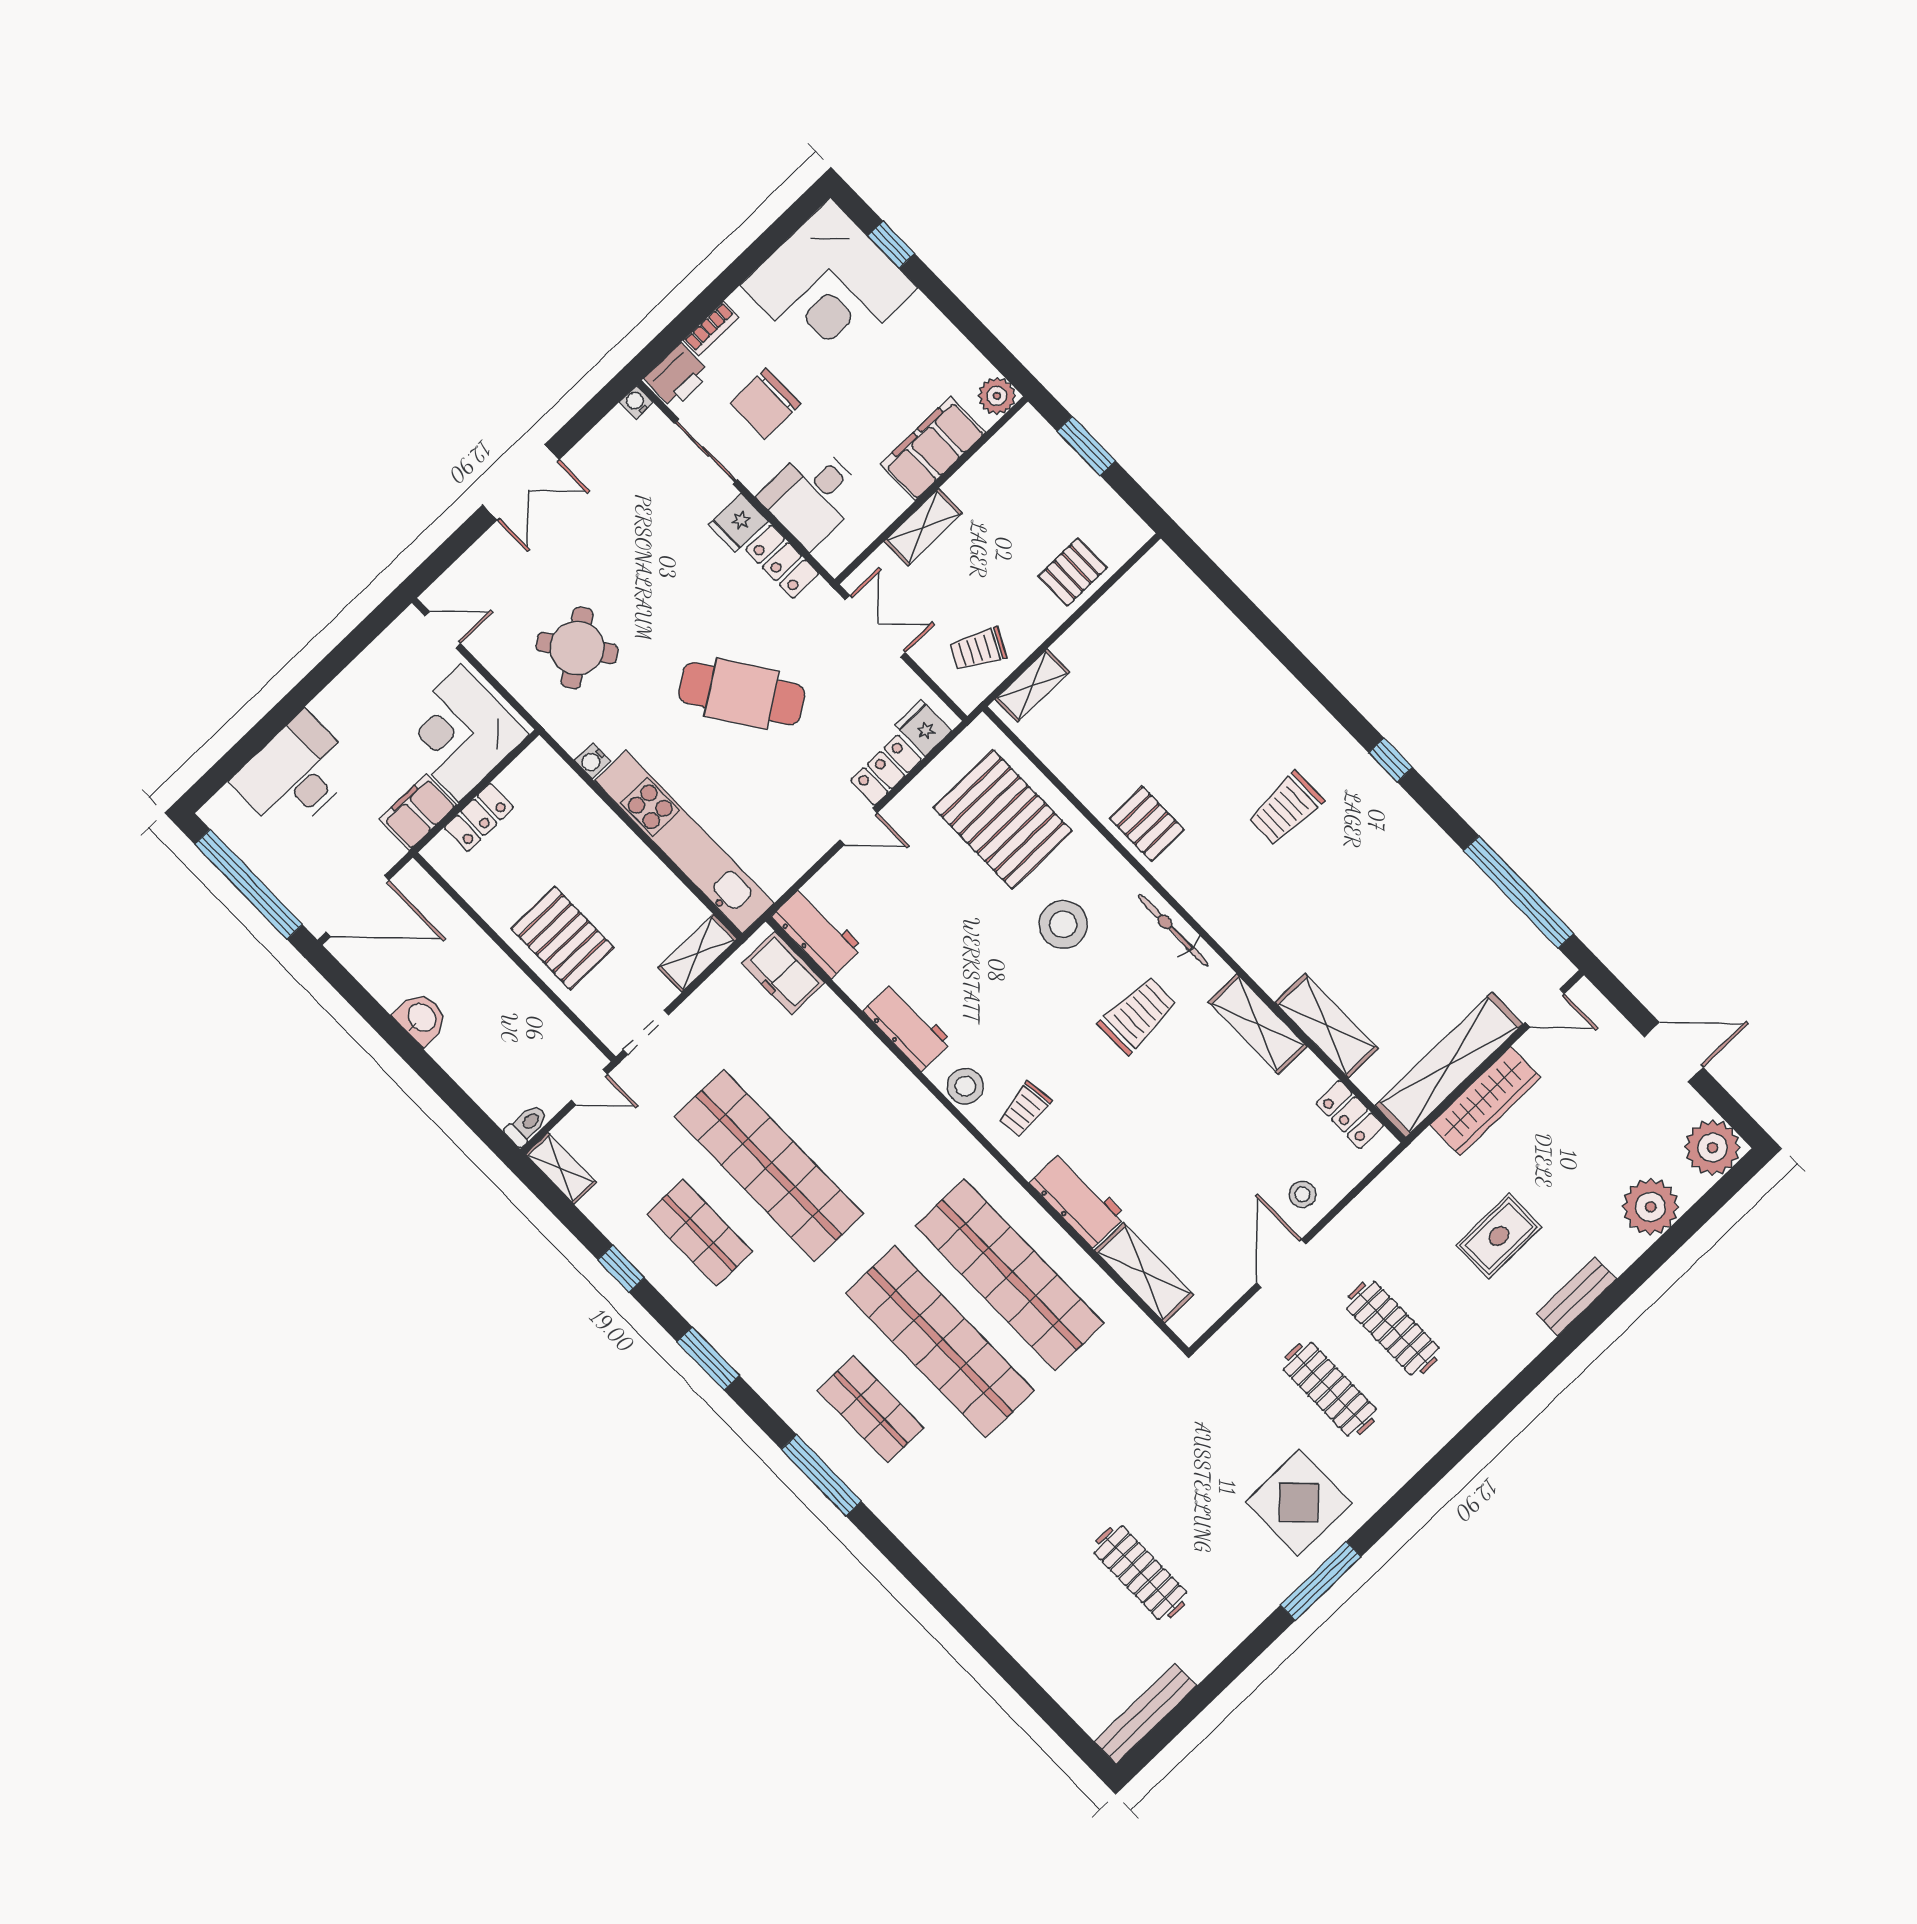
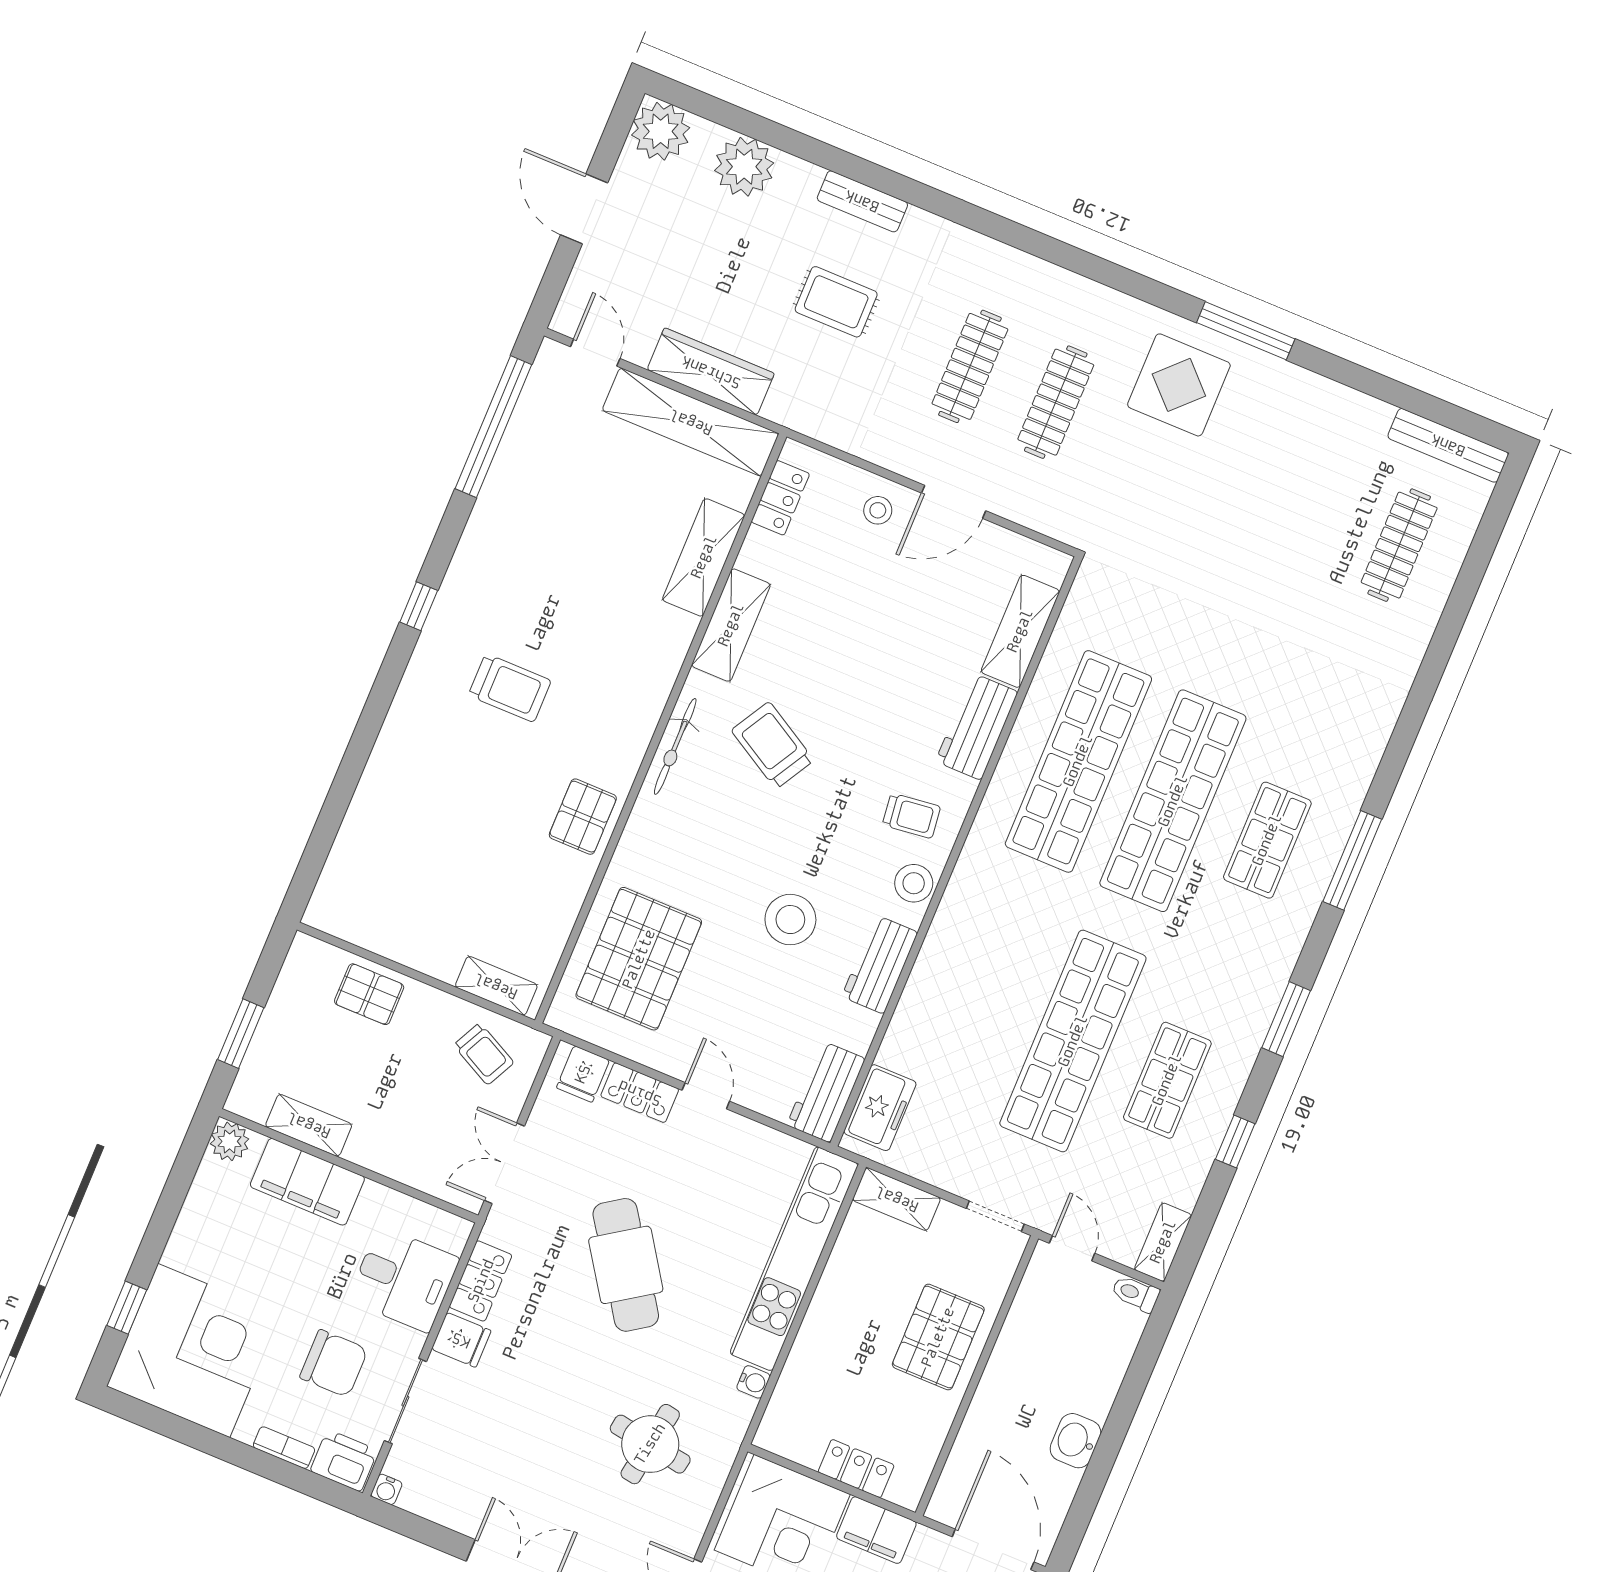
shelving: (923, 527) -> (309, 1125), moved
round table: (577, 648) -> (650, 1444), turned 45
stool: (1063, 924) -> (790, 920), moved
trolley: (1138, 1015) -> (773, 745), turned 30
clothes rail: (1140, 1573) -> (1399, 545), moved

